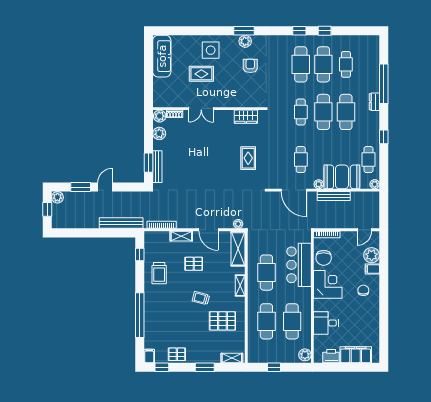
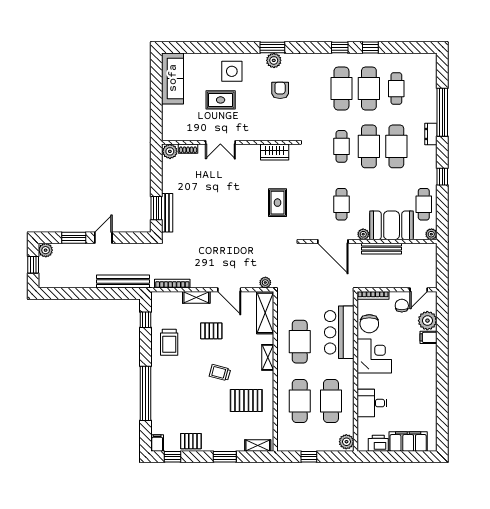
plant: (159, 133) -> (169, 173), removed
chair: (363, 290) -> (402, 306), moved

